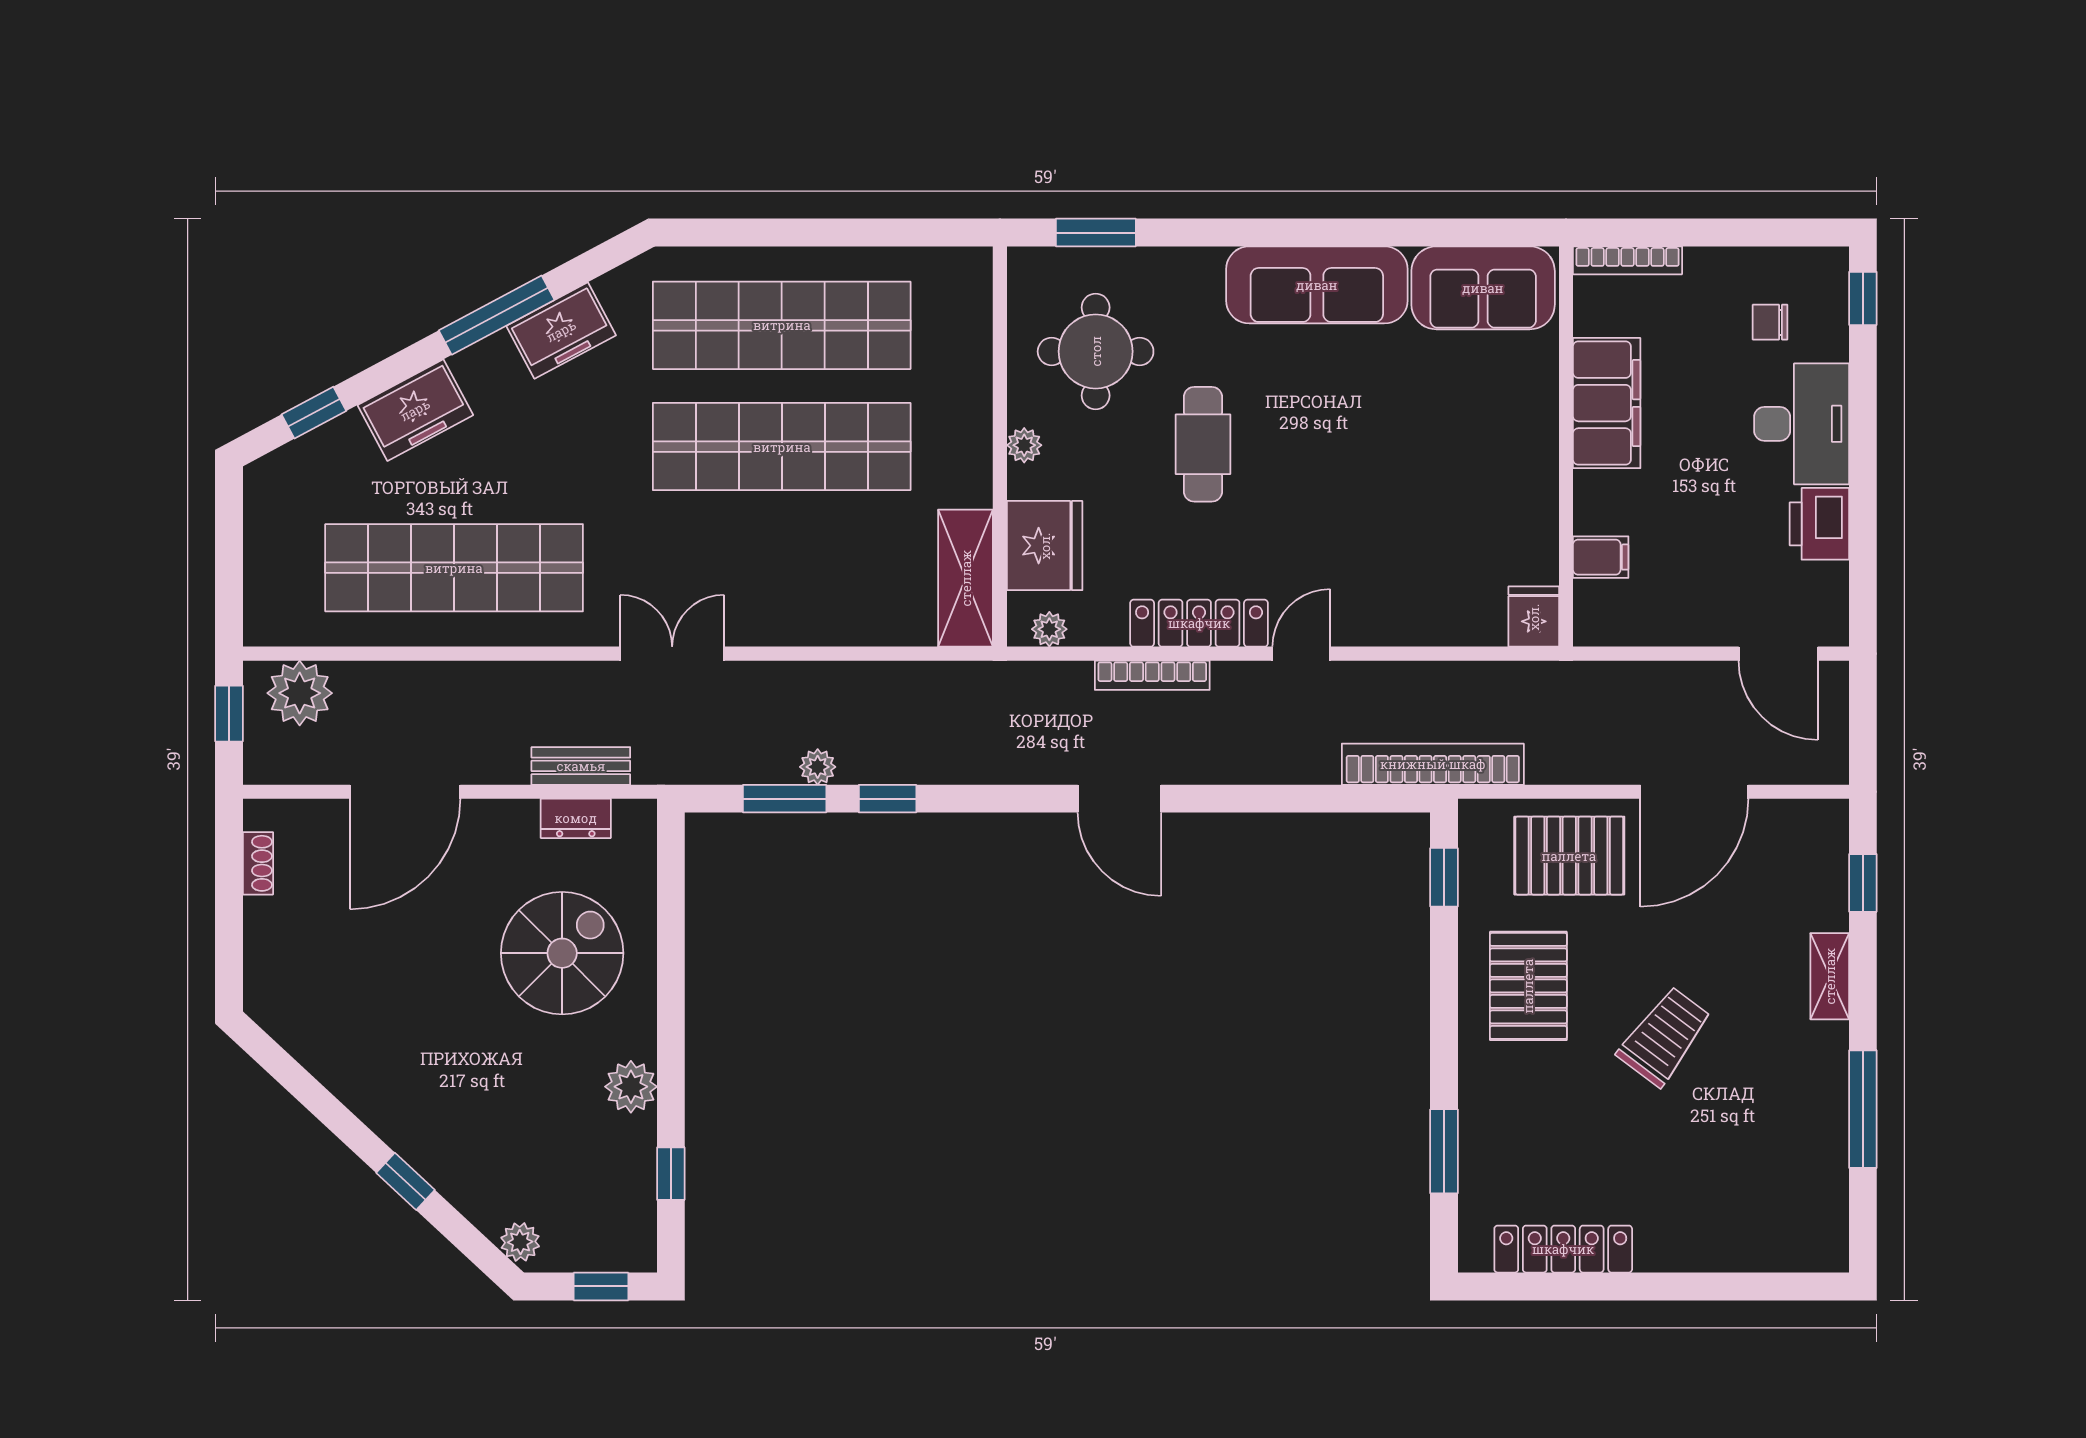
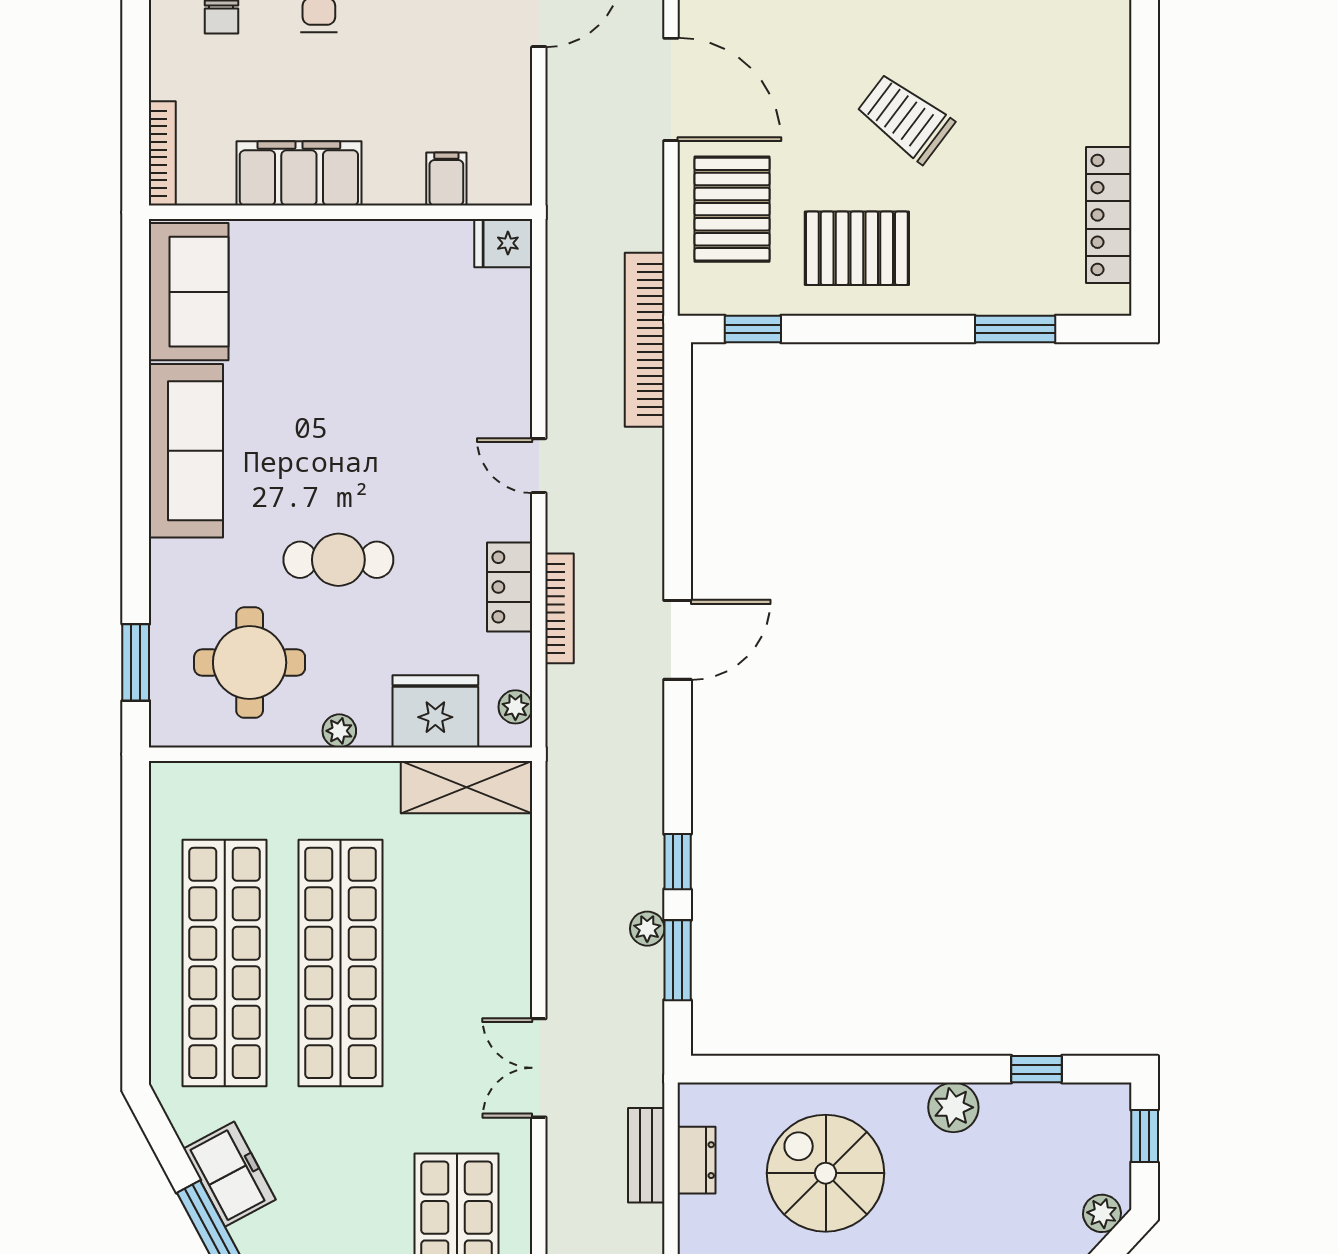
locker: (1199, 623) -> (510, 587), width x0.66

